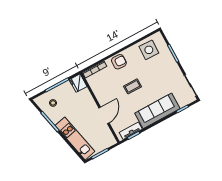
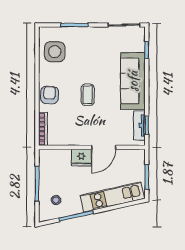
fridge: (78, 83) -> (81, 157), moved
door: (104, 115) -> (104, 147), swing flipped

